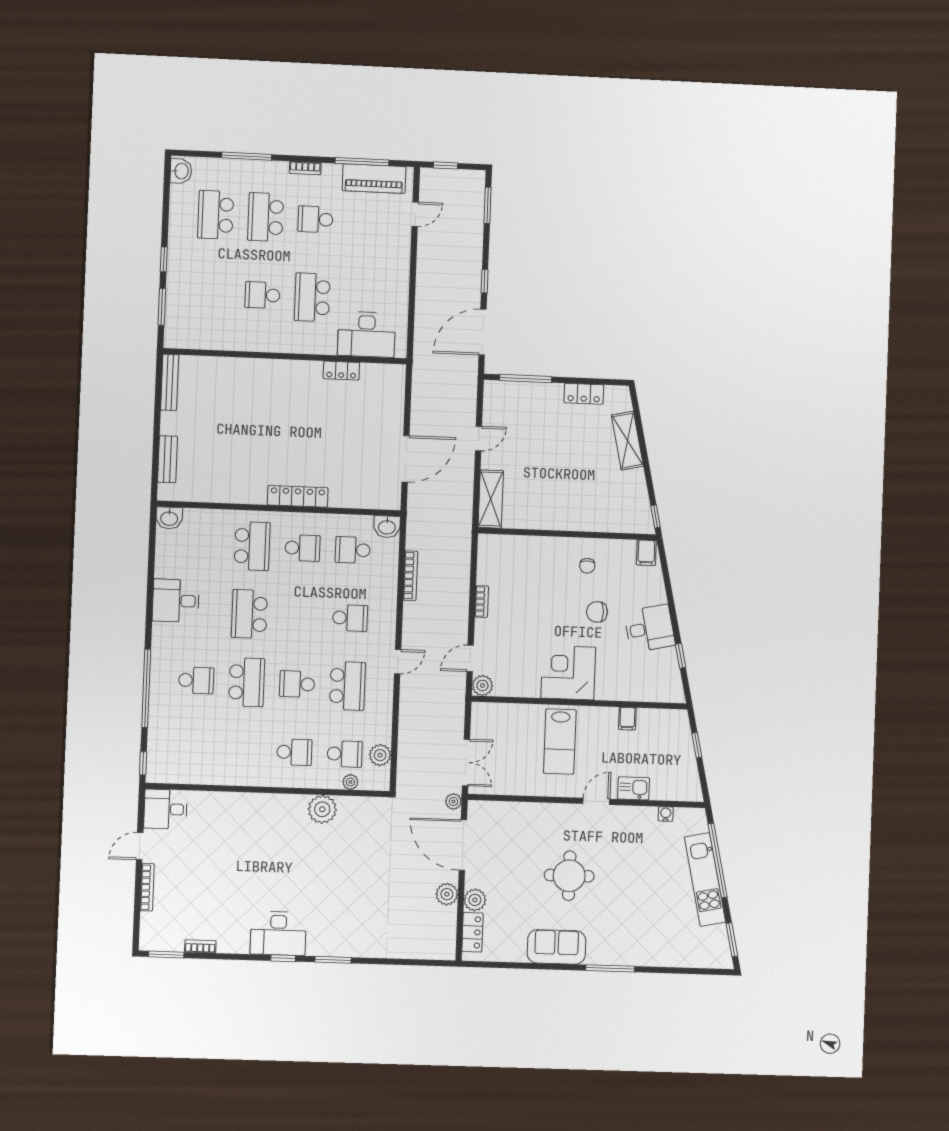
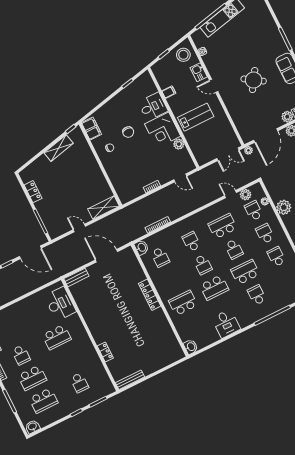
school desk: (262, 295) -> (79, 383), moved
locker: (341, 371) -> (105, 352), moved
shelving: (627, 441) -> (59, 148), moved
bench: (168, 459) -> (76, 277), moved
school desk: (302, 548) -> (203, 265), moved, turned 180
filing cabinet: (646, 553) -> (92, 129), width x2.00
desk: (650, 628) -> (153, 107), moved, turned 102
door: (398, 662) -> (230, 194), moved
plant: (482, 686) -> (179, 144), moved
school desk: (244, 750) -> (276, 257), added
double door: (466, 762) -> (228, 154), swing flipped
stool: (677, 778) -> (183, 55), added
round table: (569, 876) -> (254, 80), turned 33

